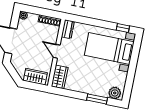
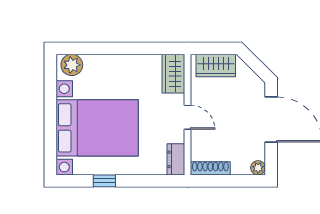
window: (123, 28) -> (104, 181), moved
bed with nightstands: (109, 48) -> (97, 128), width x1.36
window: (97, 99) -> (101, 48), removed

